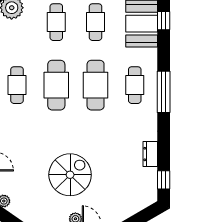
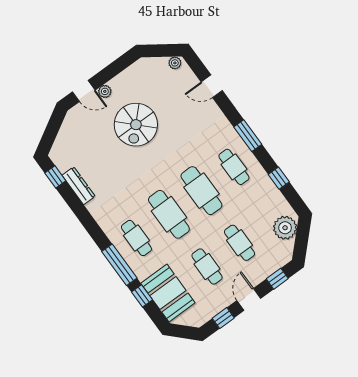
window: (164, 21) -> (142, 296), moved
window: (164, 92) -> (119, 265), moved
dresser: (150, 154) -> (79, 186), width x1.44

